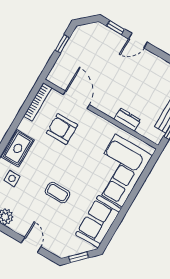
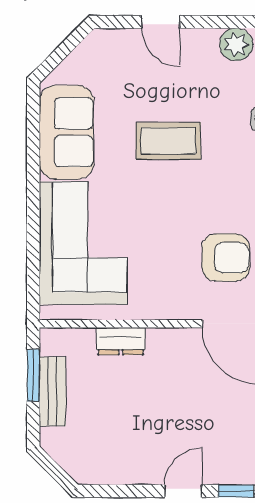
coffee table: (57, 193) -> (168, 141), width x1.36, depth x1.30
window: (79, 257) -> (65, 49), removed

